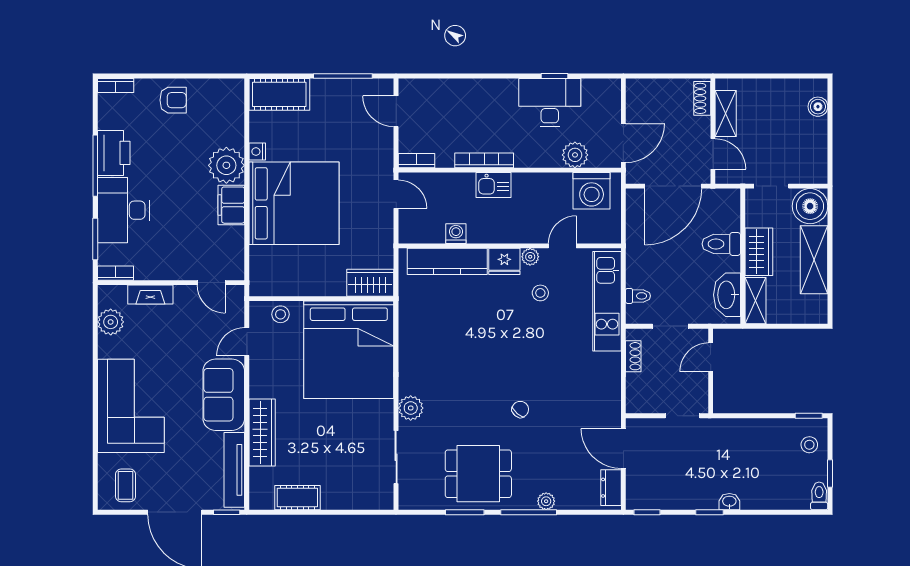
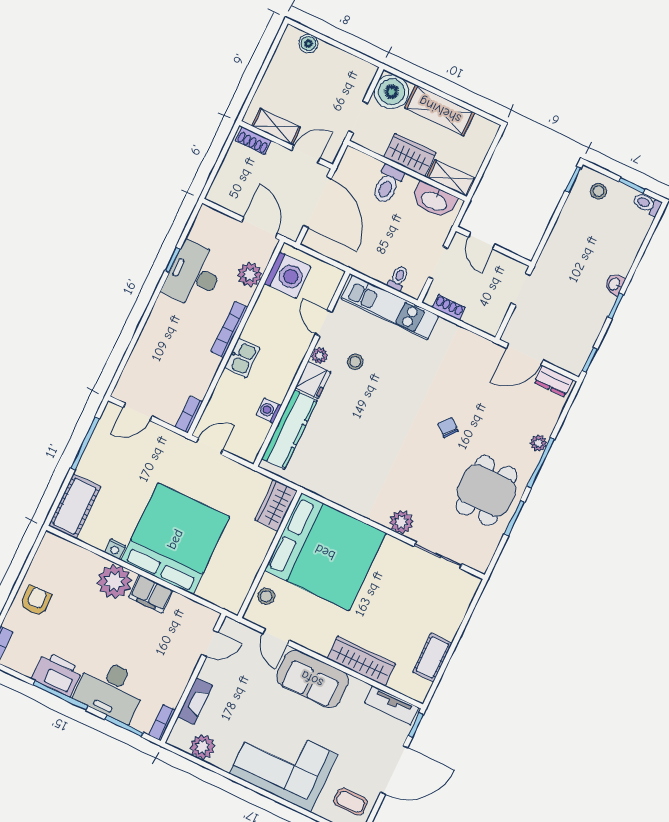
bookcase: (484, 160) -> (229, 329), moved
tv unit: (234, 470) -> (392, 705), width x0.71

